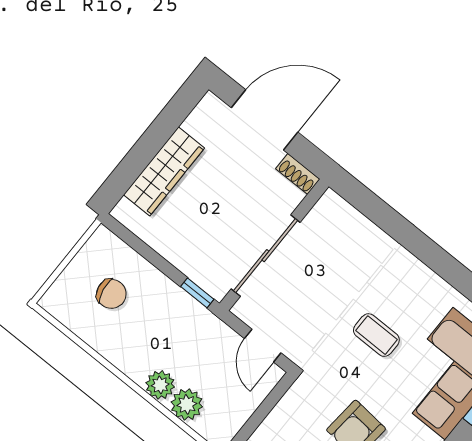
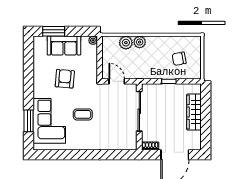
window: (197, 293) -> (169, 81), moved

